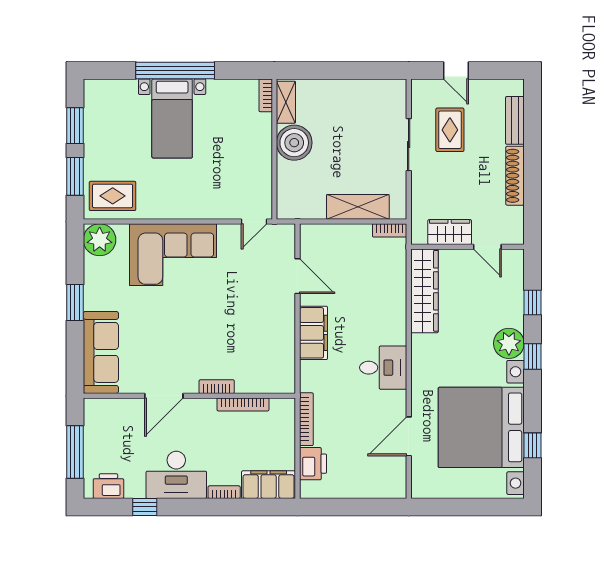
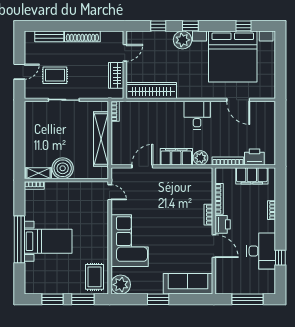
shelving: (358, 207) -> (101, 139), width x1.47
plant: (312, 373) -> (201, 158), added
desk: (176, 475) -> (261, 251), moved
filing cabinet: (269, 485) -> (252, 176), moved, turned -90
printer: (108, 486) -> (223, 224), moved, turned 180

